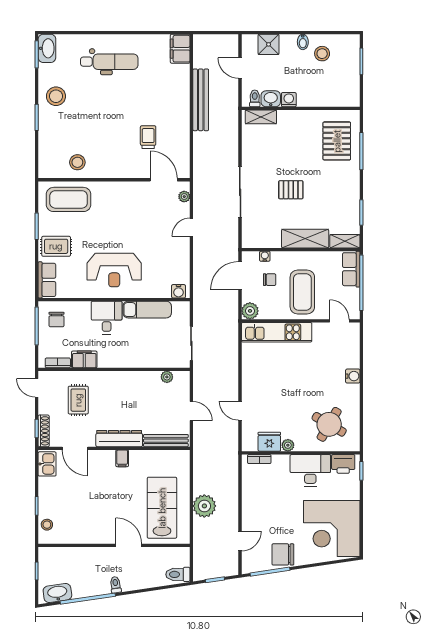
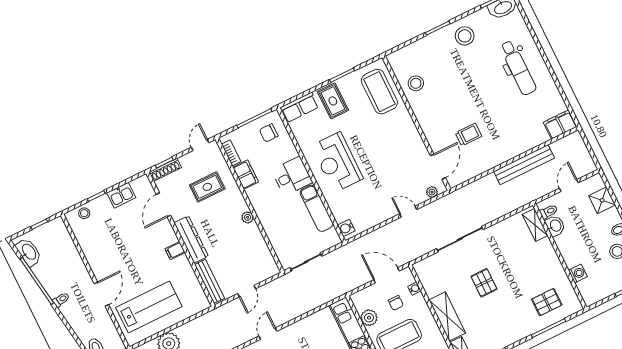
washing machine: (289, 100) -> (578, 273), moved
pallet: (337, 141) -> (547, 302), width x0.67, depth x0.71
plant: (250, 311) -> (369, 318), moved
plant: (167, 377) -> (248, 217), moved
kitchen sink: (47, 464) -> (121, 195), moved

